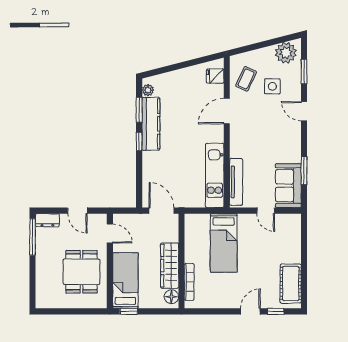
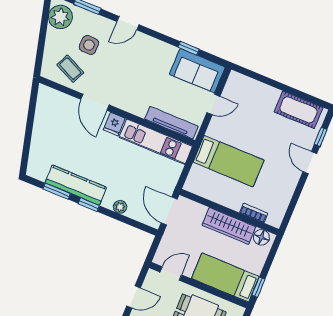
fridge: (215, 76) -> (114, 124), moved
plant: (148, 90) -> (120, 207), moved
window: (304, 171) -> (189, 48), width x0.67
door: (161, 211) -> (169, 211), hinge flipped
bookcase: (189, 282) -> (254, 213), width x0.64

